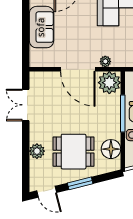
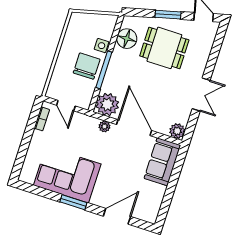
sofa: (41, 27) -> (162, 162), moved
double door: (26, 105) -> (201, 95), moved
plant: (37, 151) -> (177, 131), moved

